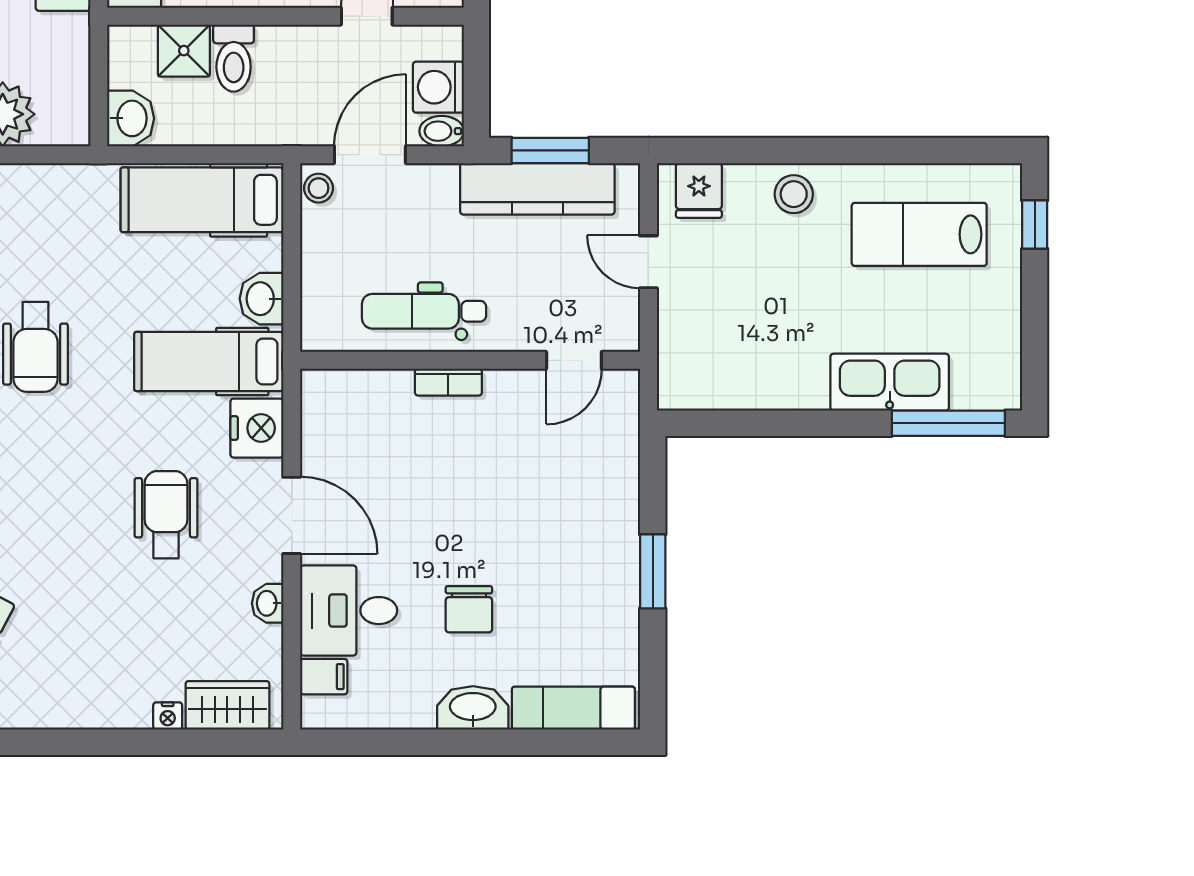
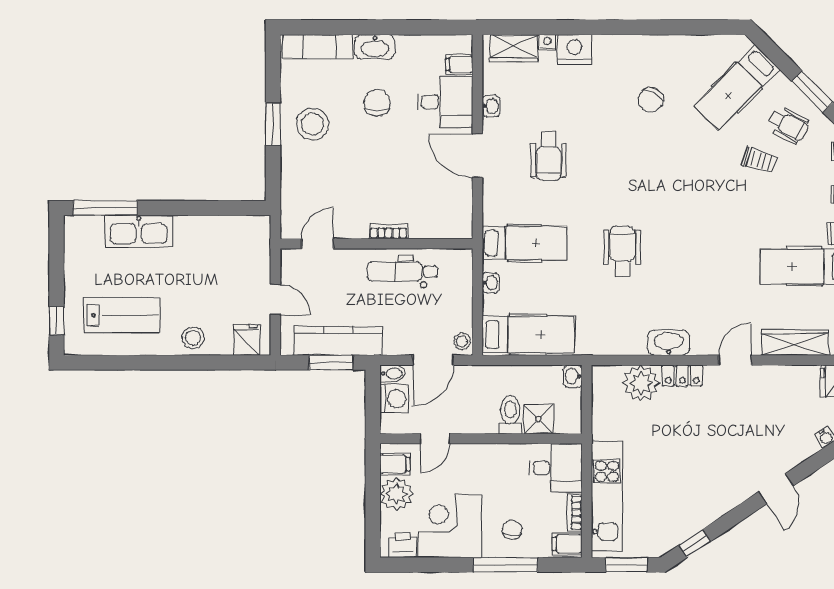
washbasin: (131, 118) -> (573, 376), width x0.72, depth x0.69
washbasin: (262, 299) -> (491, 283), width x0.72, depth x0.69
dental chair: (424, 311) -> (402, 272), turned 180
nightstand: (257, 428) -> (574, 49), moved, turned 90
stool: (583, 572) -> (312, 124), added

